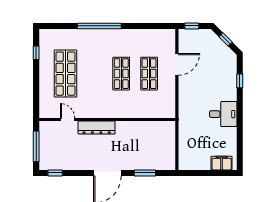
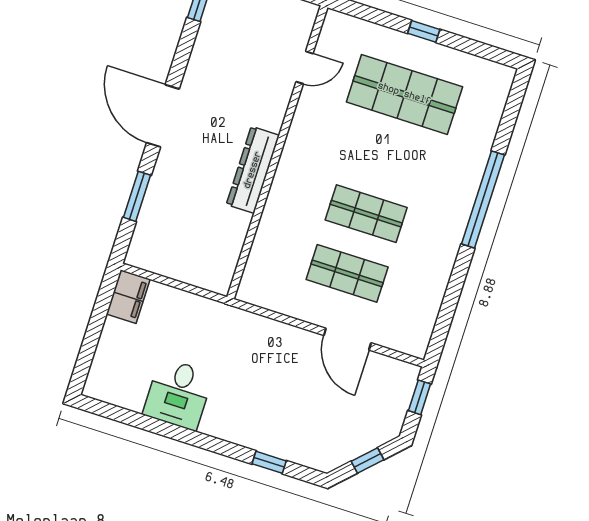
window: (36, 53) -> (424, 31), moved
desk: (223, 114) -> (178, 394), moved
dresser: (97, 128) -> (253, 170), moved
filing cabinet: (222, 163) -> (128, 297), moved

